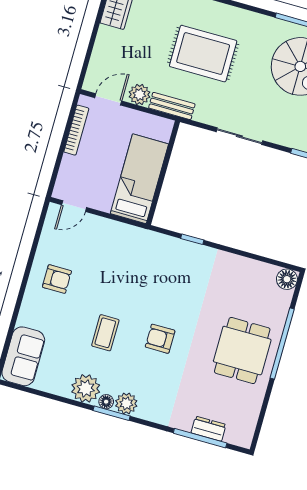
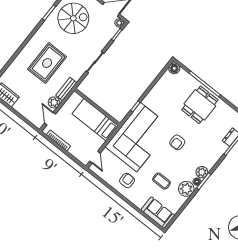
corner sofa: (141, 267) -> (138, 137), added
coffee table: (105, 333) -> (161, 181), moved
dining table: (242, 351) -> (200, 105), turned 90

